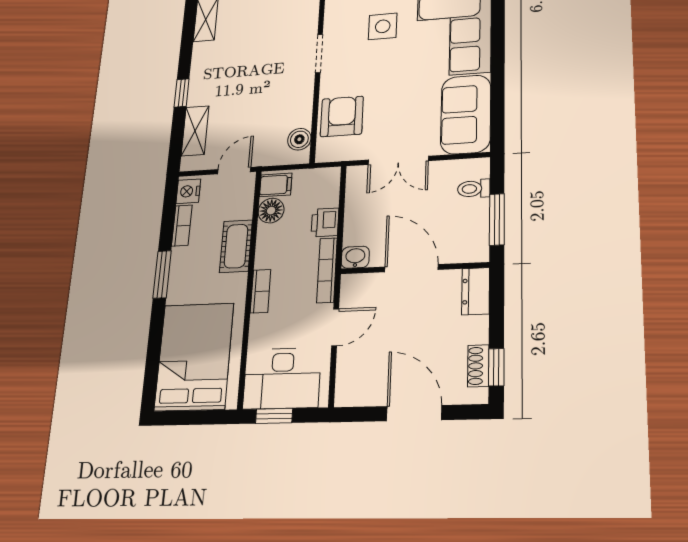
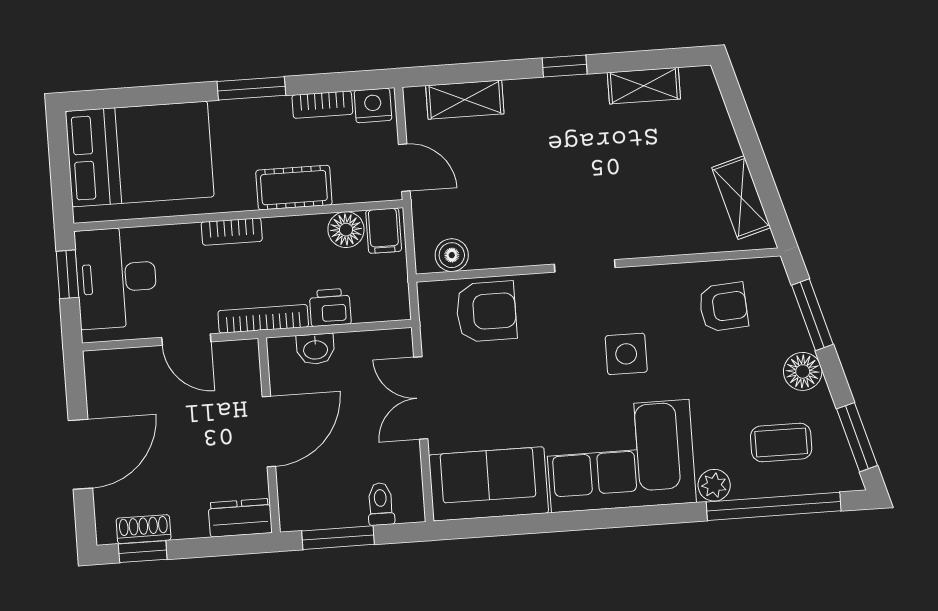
window: (182, 93) -> (565, 66), moved
washbasin: (355, 257) -> (315, 349), moved, turned 90

